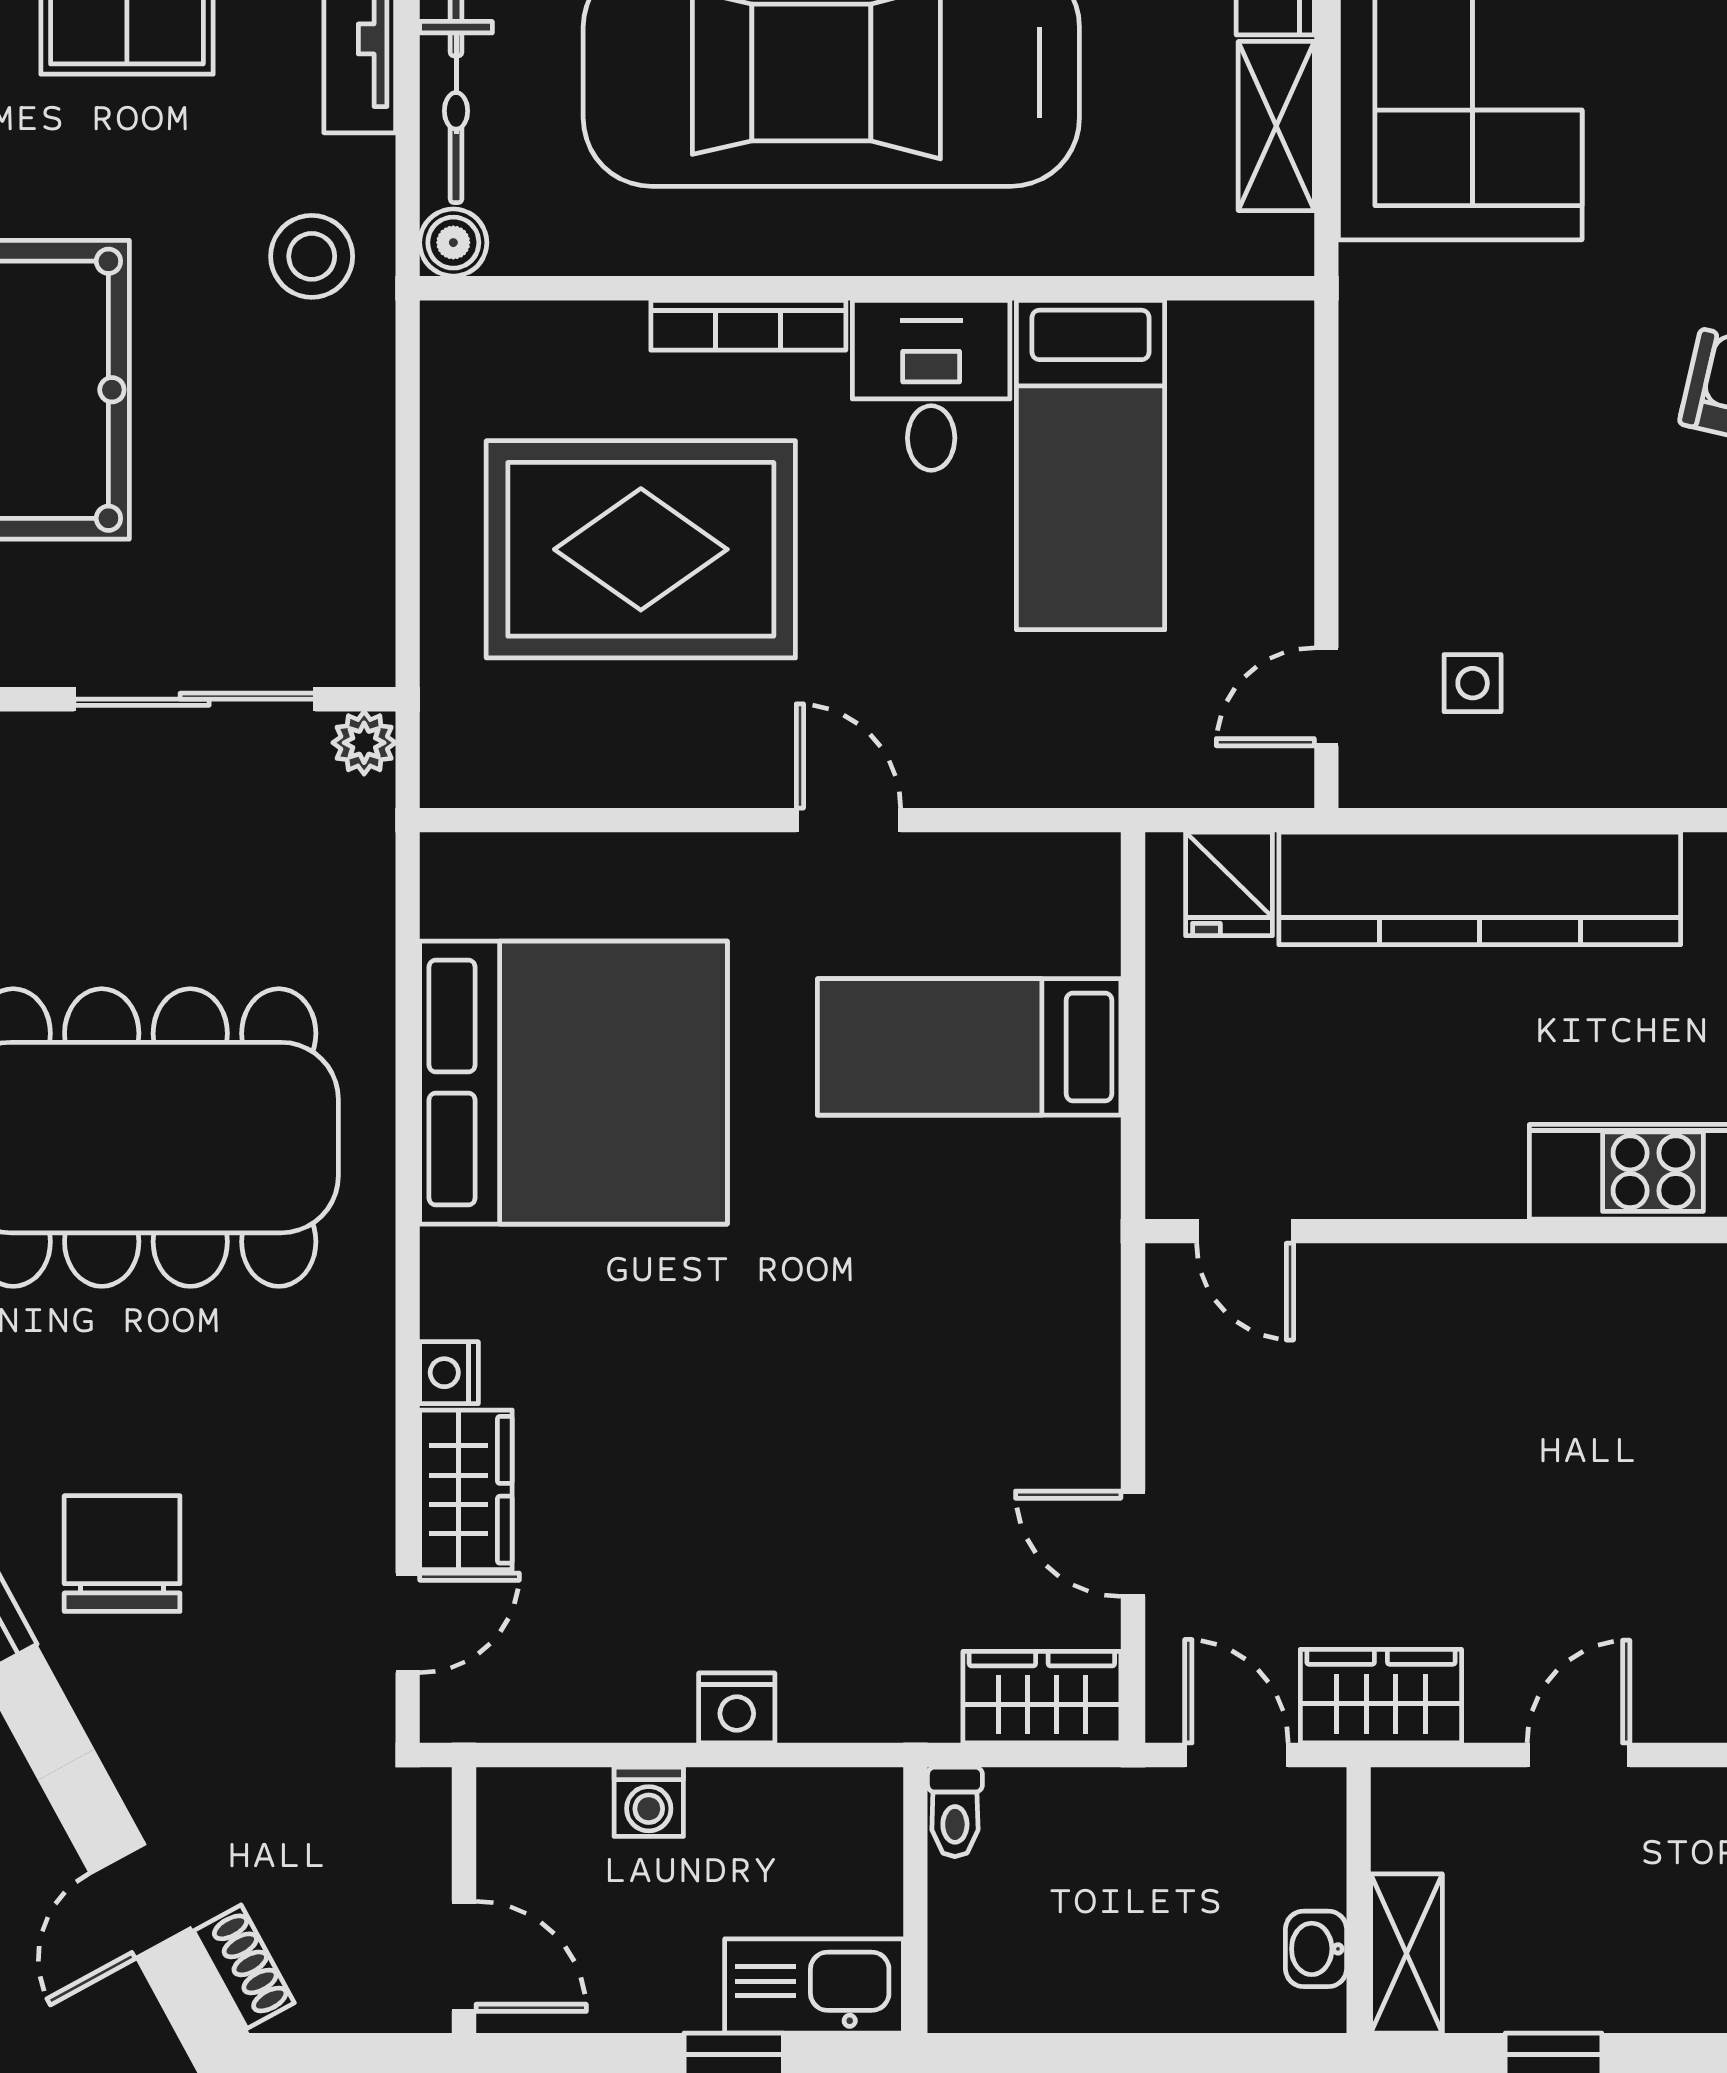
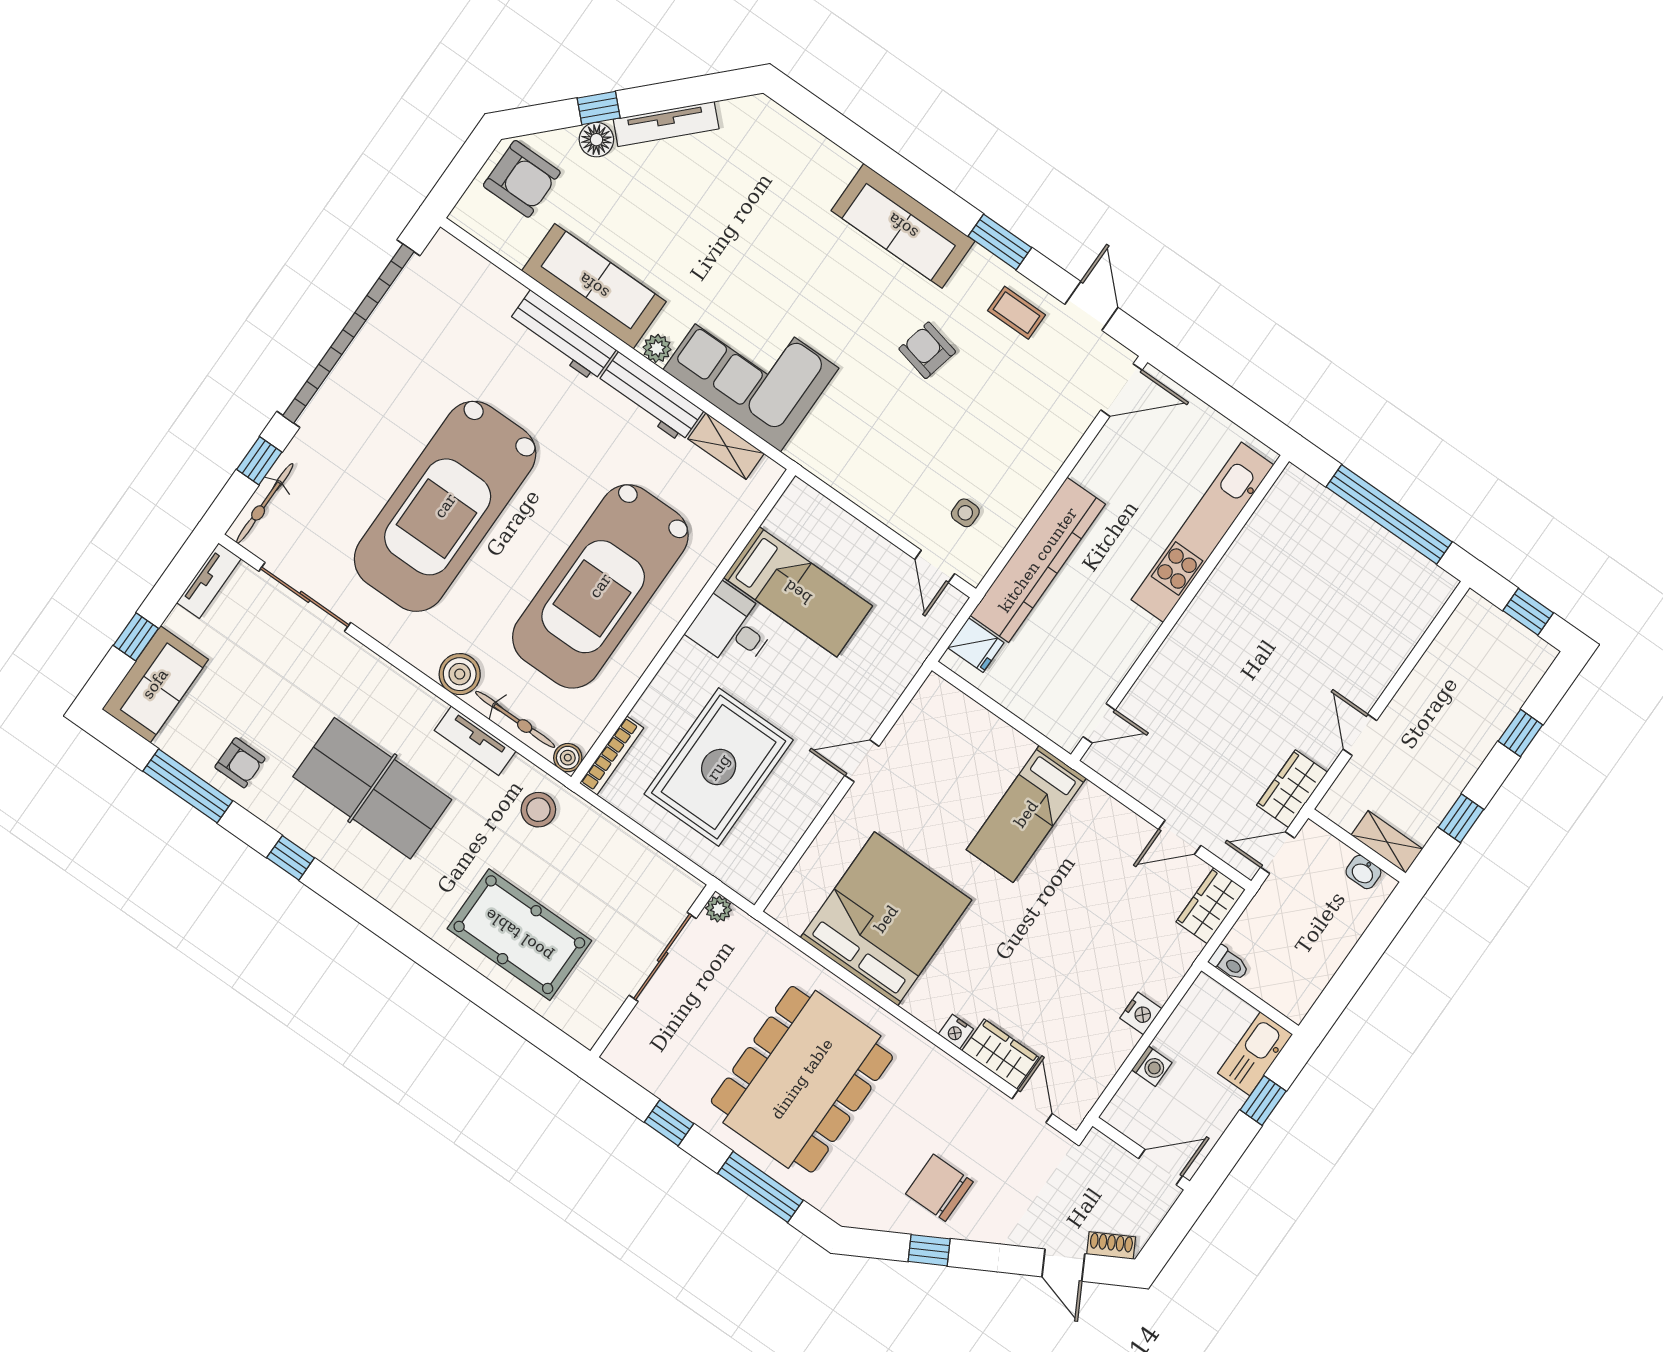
bookcase: (748, 325) -> (612, 756), moved
bed: (969, 1047) -> (1026, 814), moved

